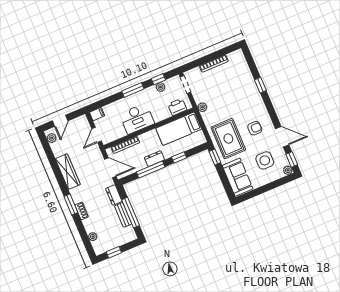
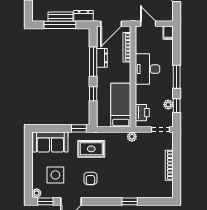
rug: (228, 139) -> (91, 149), width x0.73, depth x0.70
dresser: (154, 159) -> (102, 58), moved

